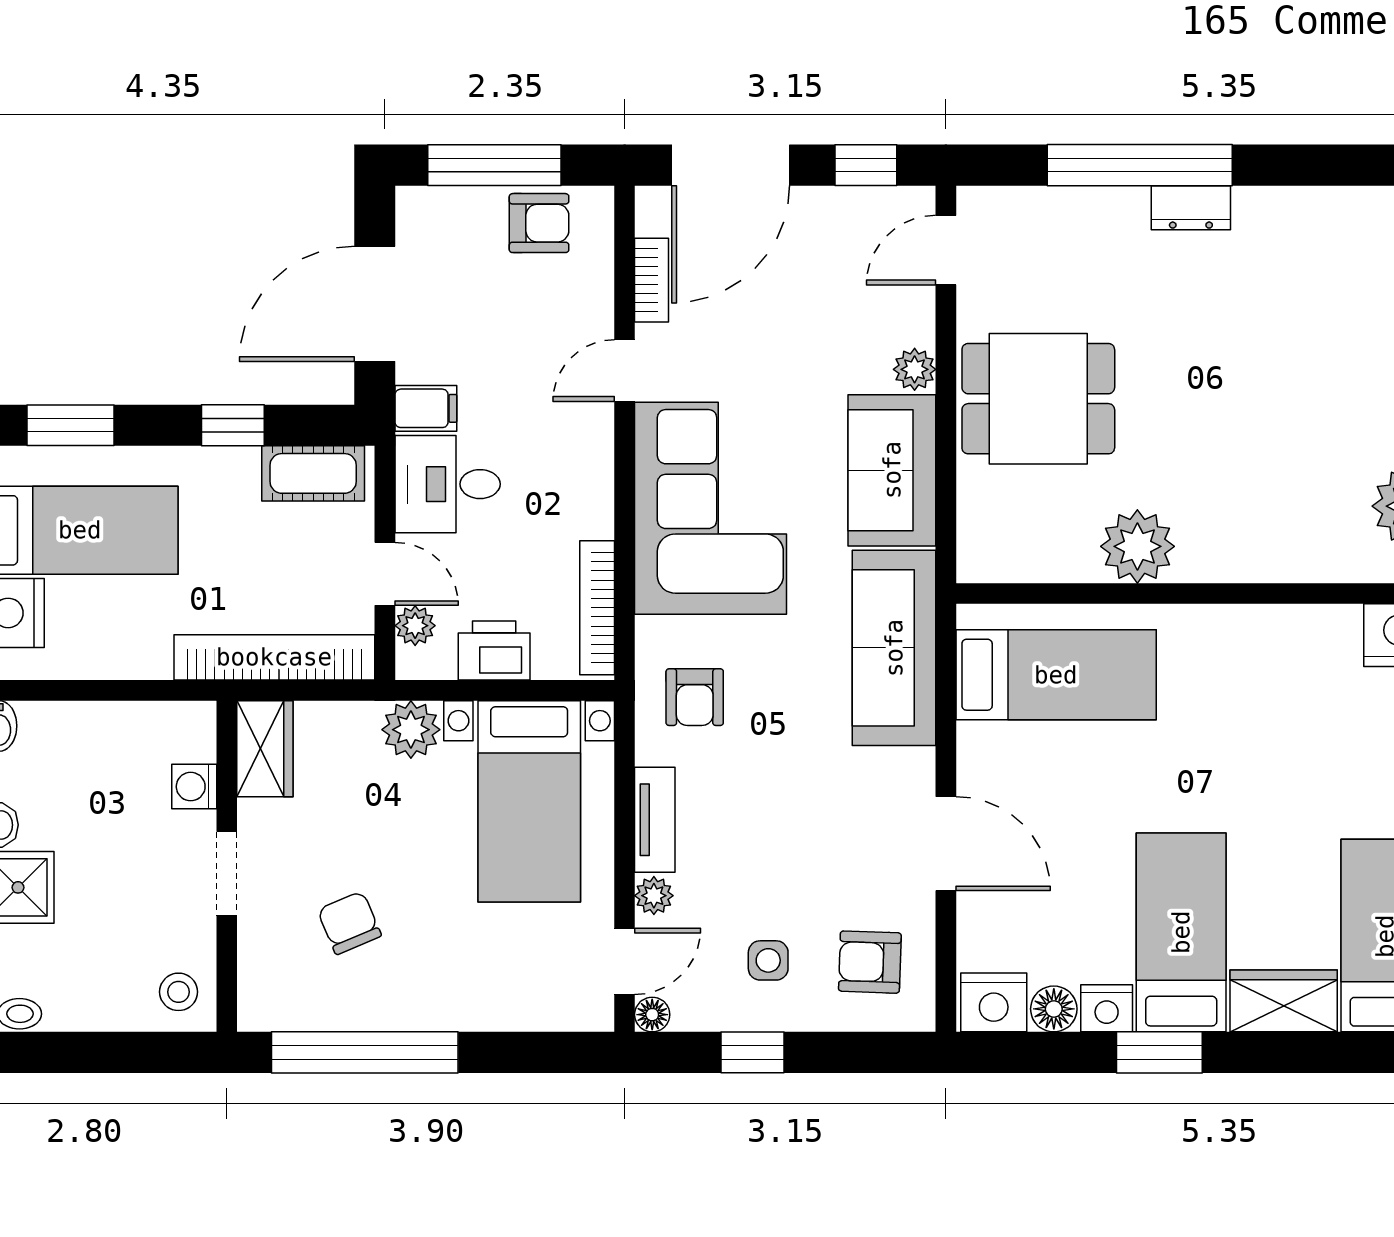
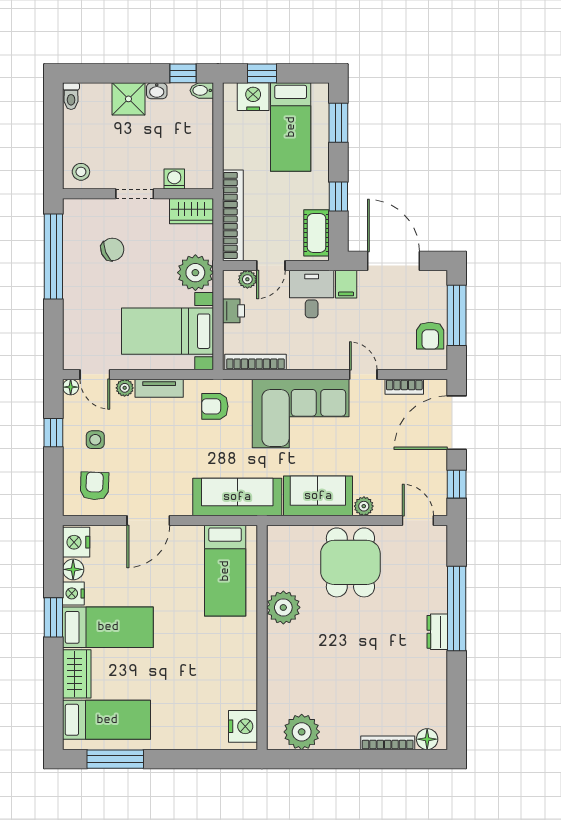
door: (731, 165) -> (457, 423), hinge flipped
printer: (494, 651) -> (233, 311), width x0.73, depth x0.81
plant: (411, 730) -> (195, 273), width x1.36, depth x1.36

